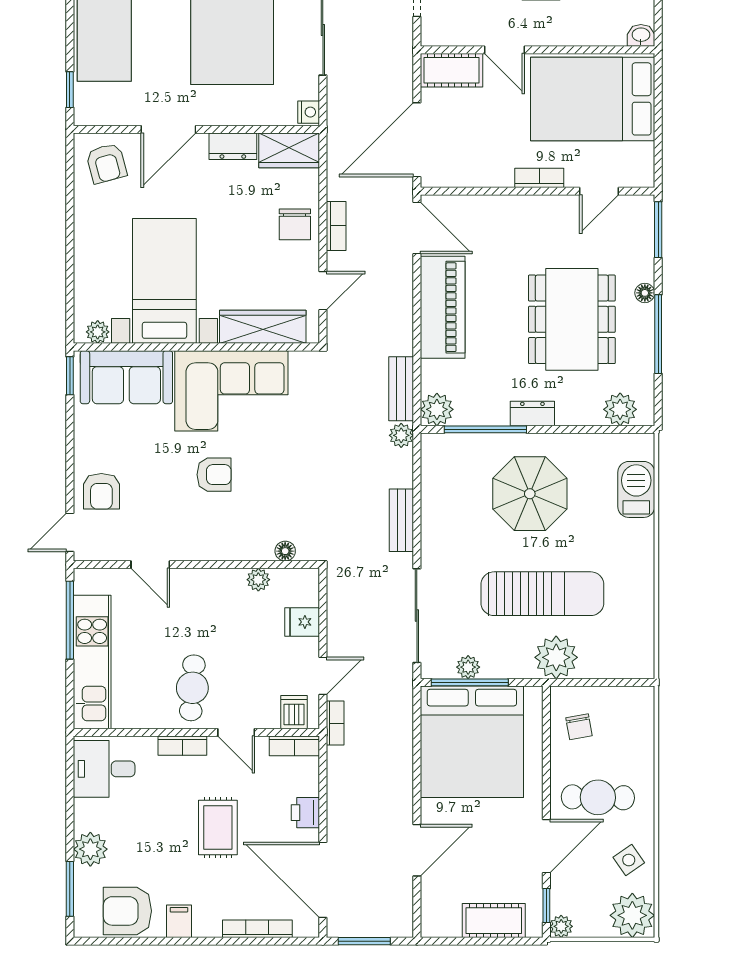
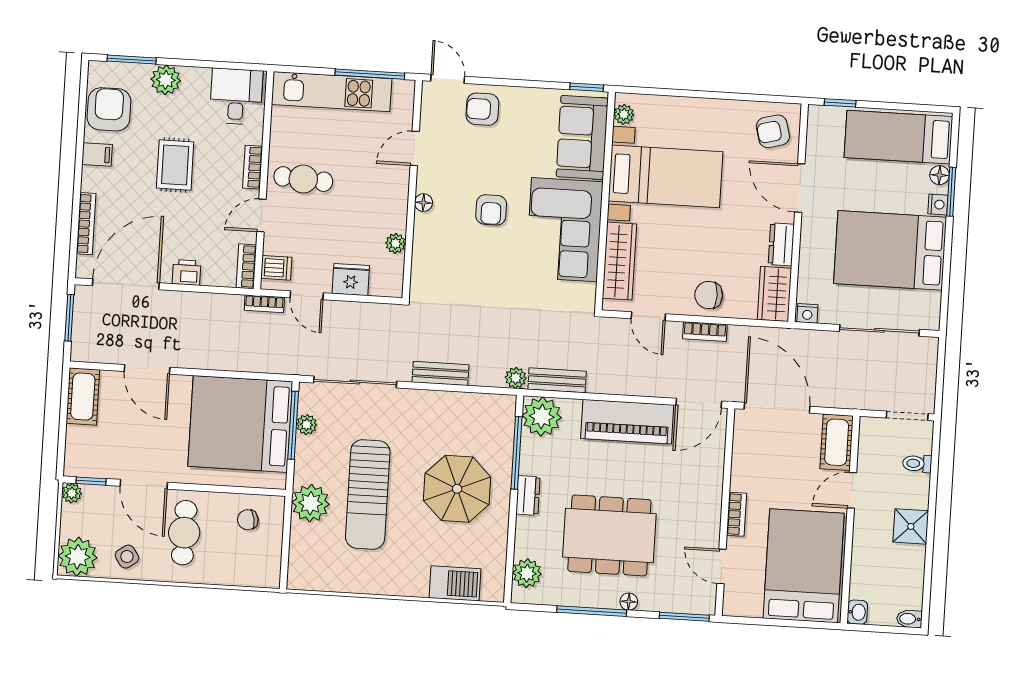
plant: (437, 409) -> (542, 417), width x1.36, depth x1.36
floor lamp: (285, 551) -> (423, 203), moved
fridge: (302, 622) -> (351, 280), width x1.38
rug: (218, 827) -> (175, 165), moved, turned 90
cot: (494, 921) -> (83, 397), moved

